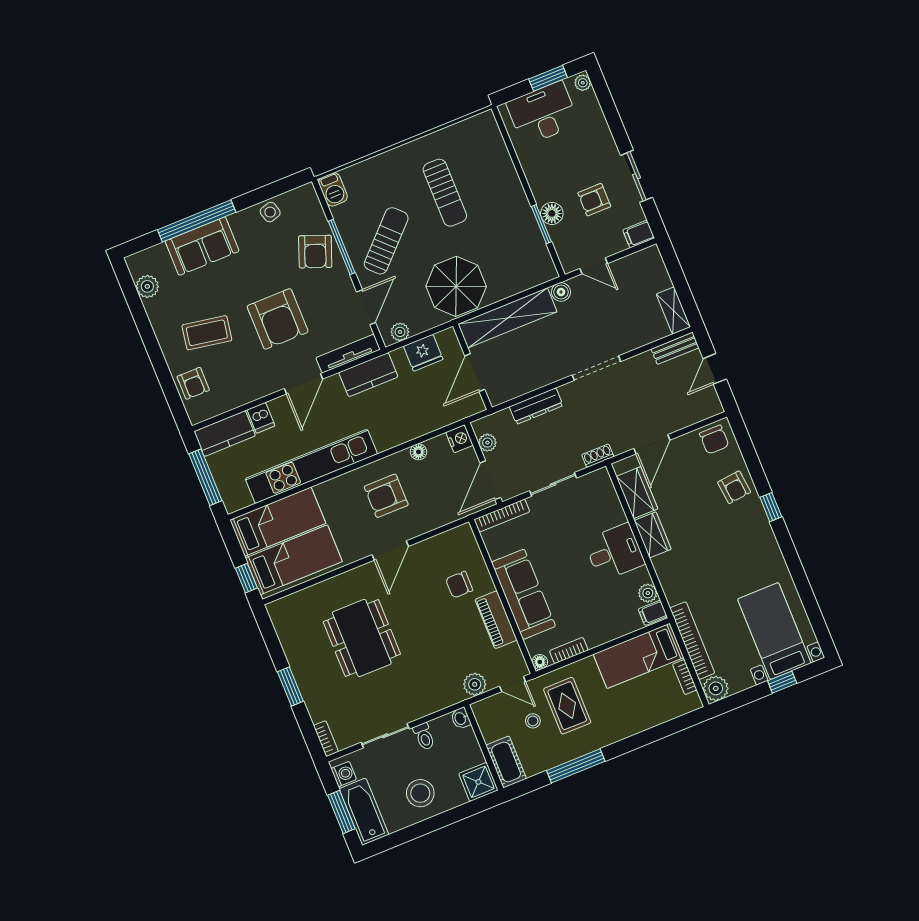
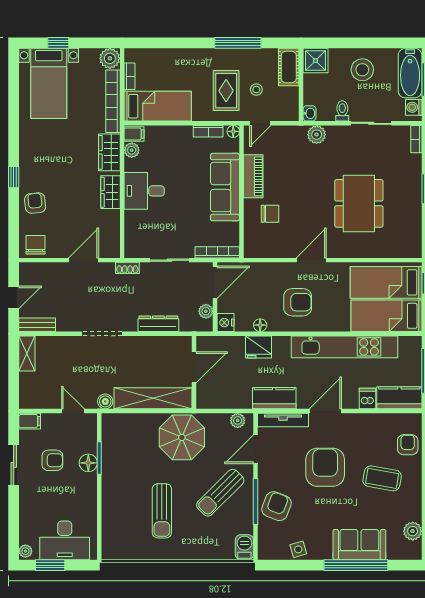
sun lounger: (445, 193) -> (162, 511), turned 180
fridge: (423, 353) -> (259, 347), moved, turned 180
wardrobe: (637, 493) -> (109, 152), moved
plant: (475, 684) -> (317, 135), moved
door: (513, 684) -> (260, 123), swing flipped

